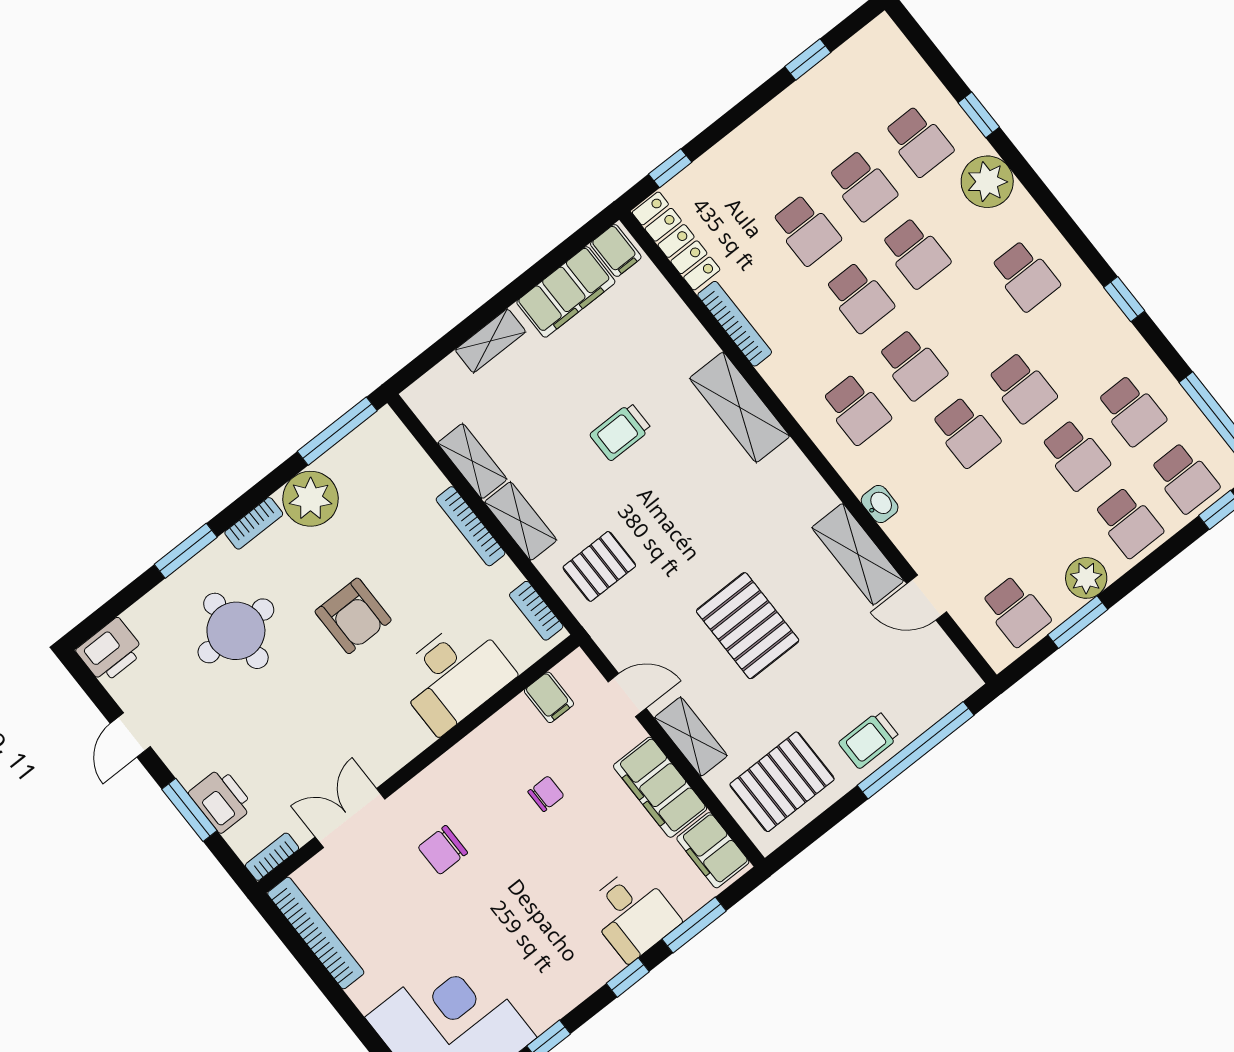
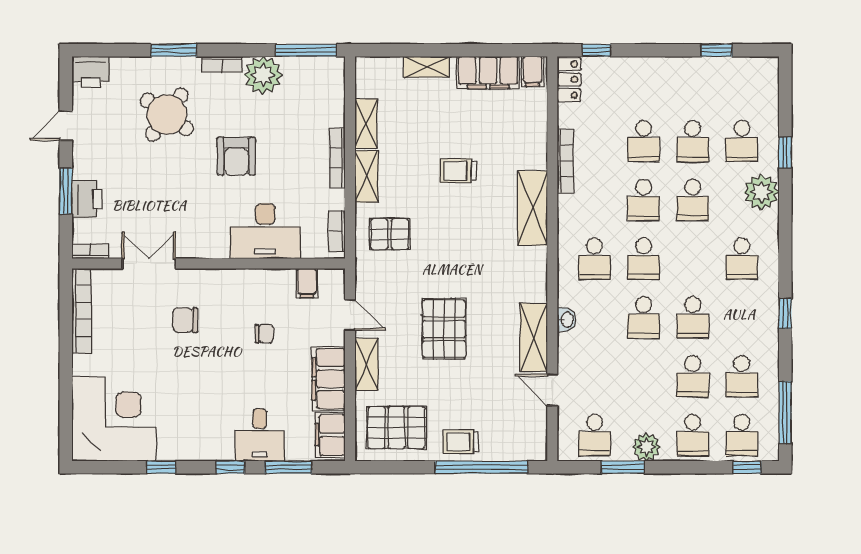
locker: (676, 241) -> (569, 80), width x0.66
round table: (236, 631) -> (167, 115), turned 36

